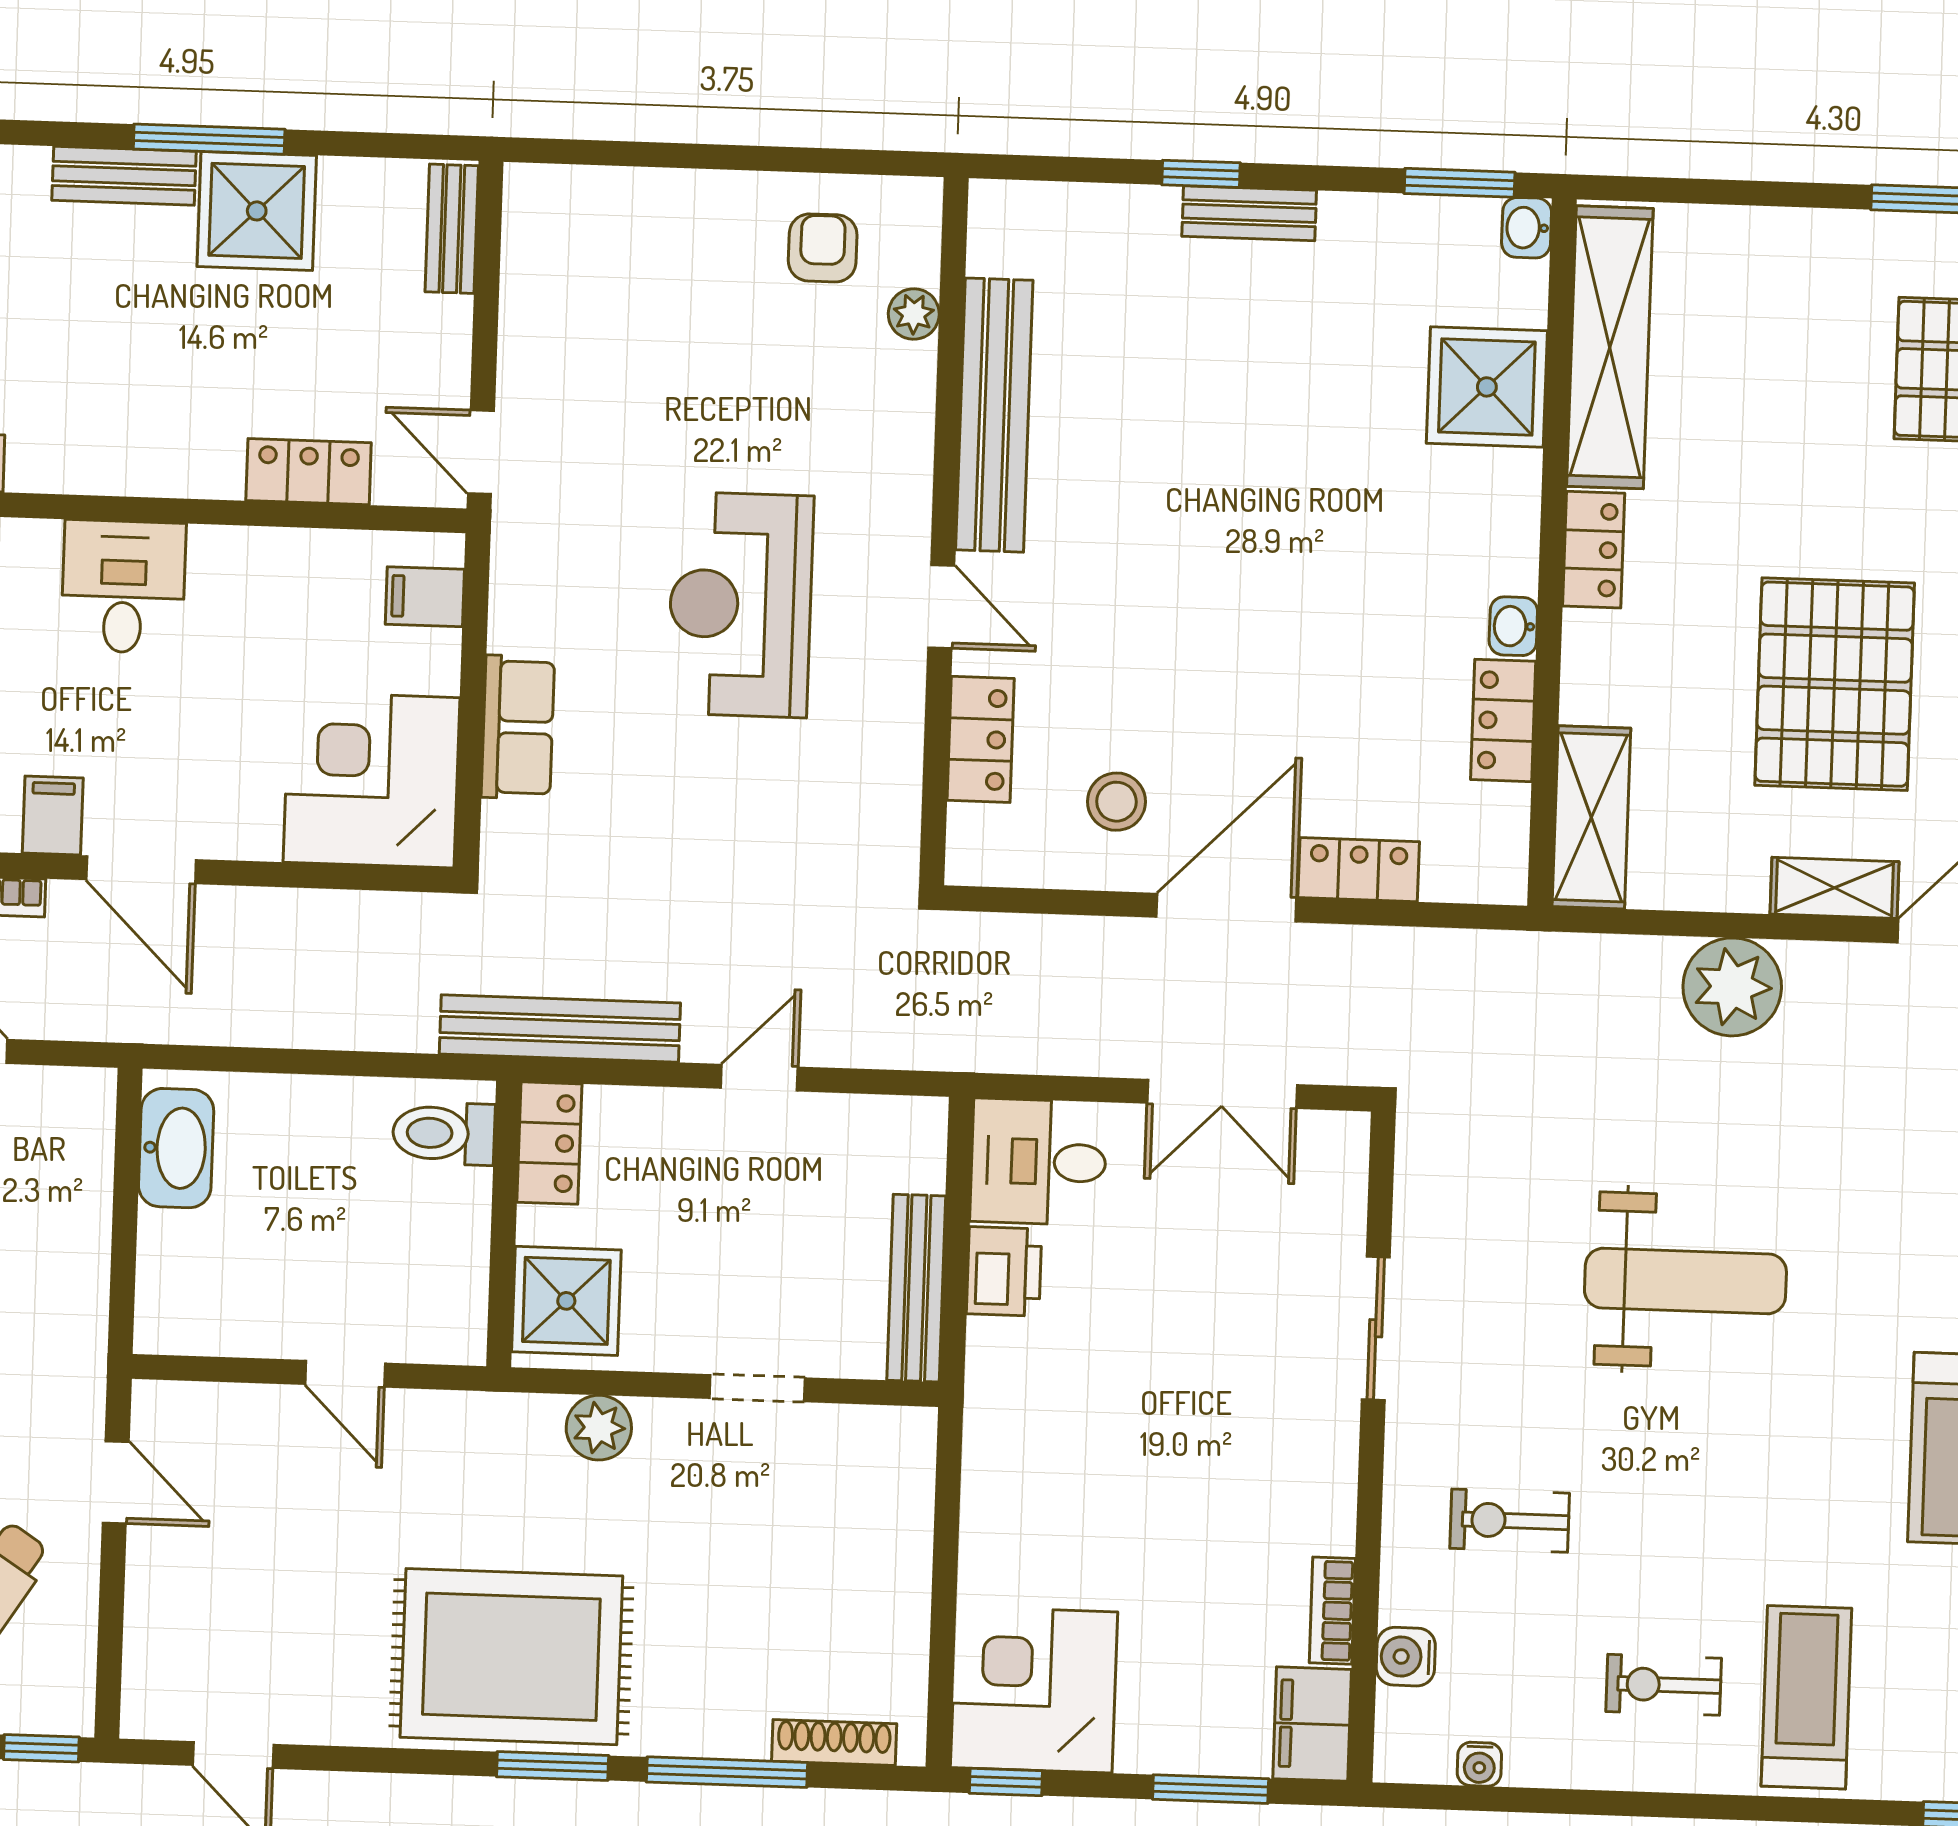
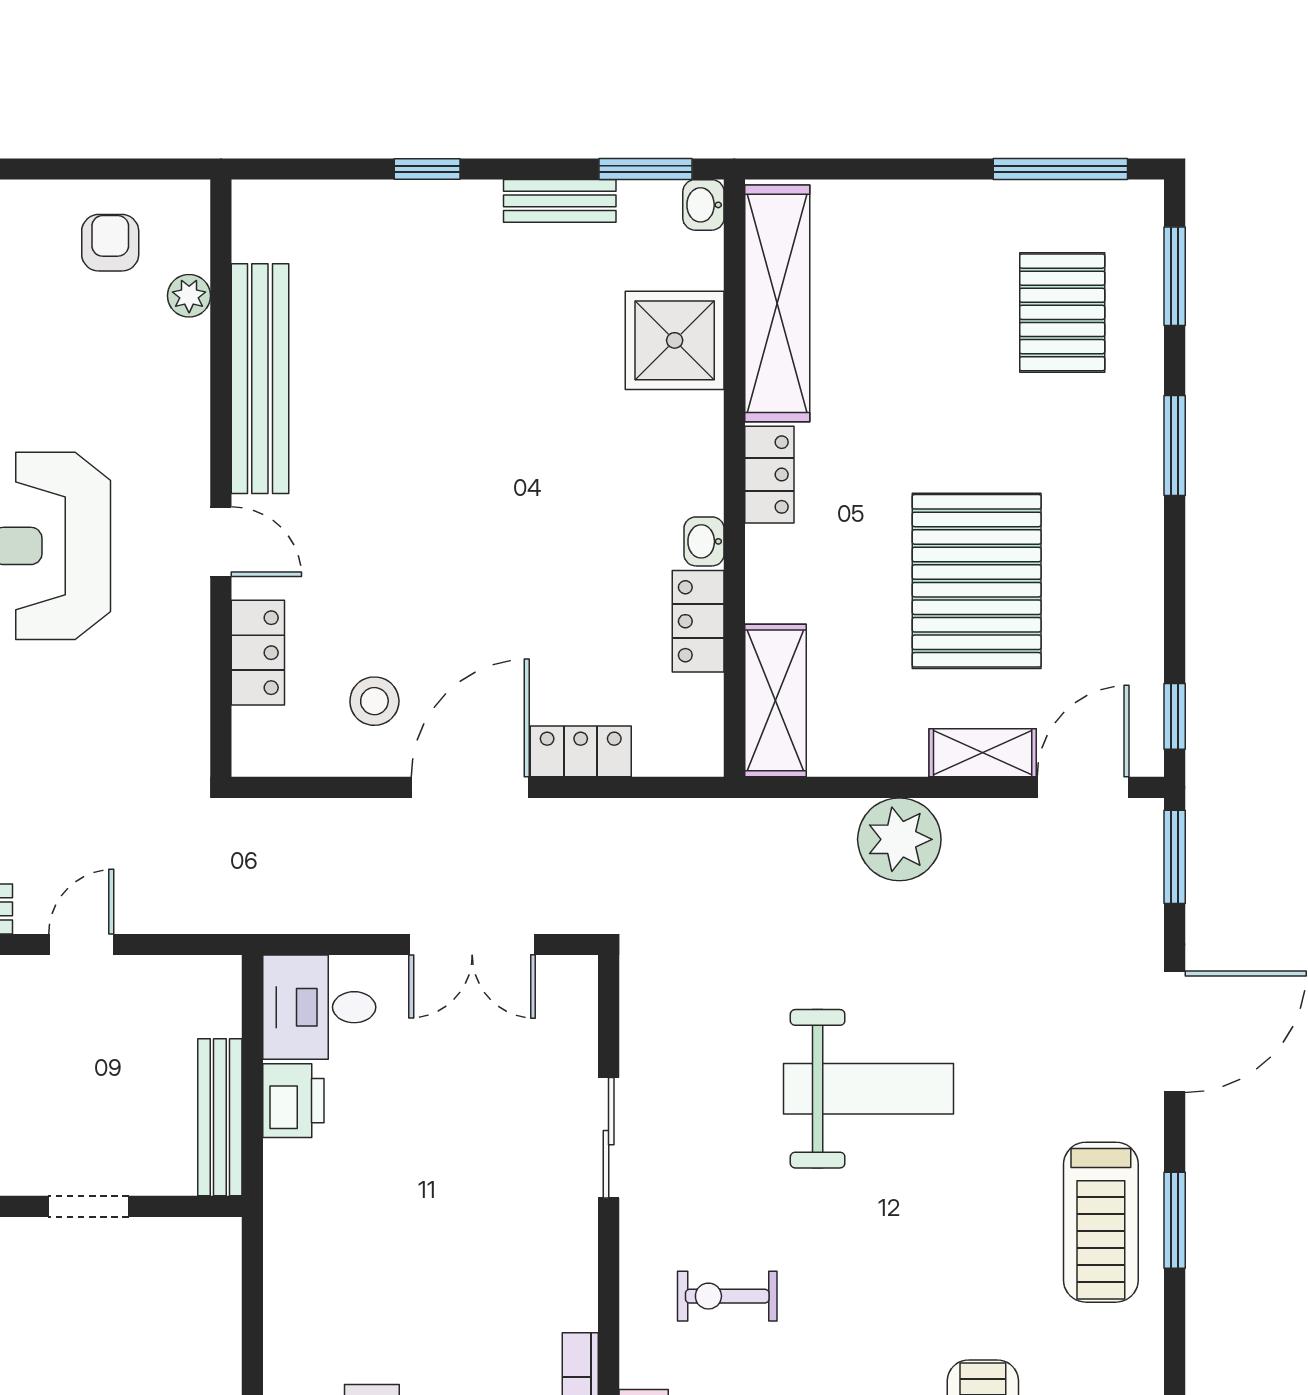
bench: (1249, 213) -> (560, 201), moved

